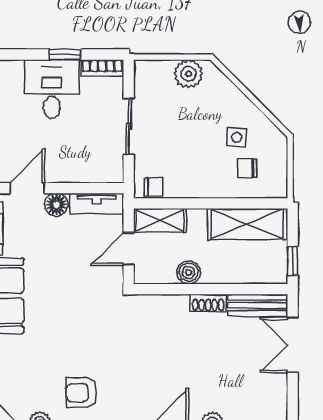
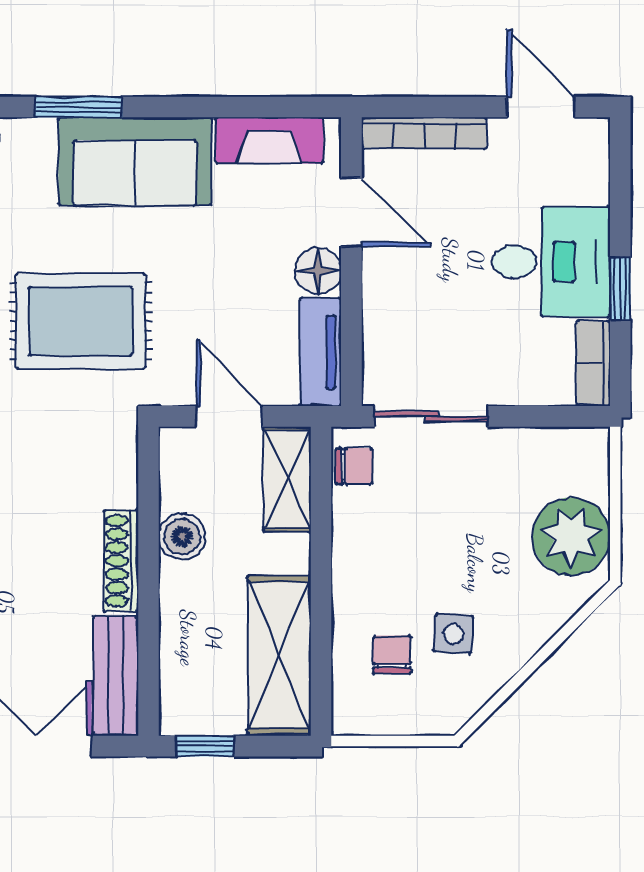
plant: (188, 74) -> (571, 537), width x1.36, depth x1.36
sliding door: (129, 127) -> (431, 416), moved
chair: (153, 187) -> (354, 466), turned -90
shoe rack: (208, 303) -> (121, 561), width x1.43
rug: (81, 323) -> (81, 321), added

